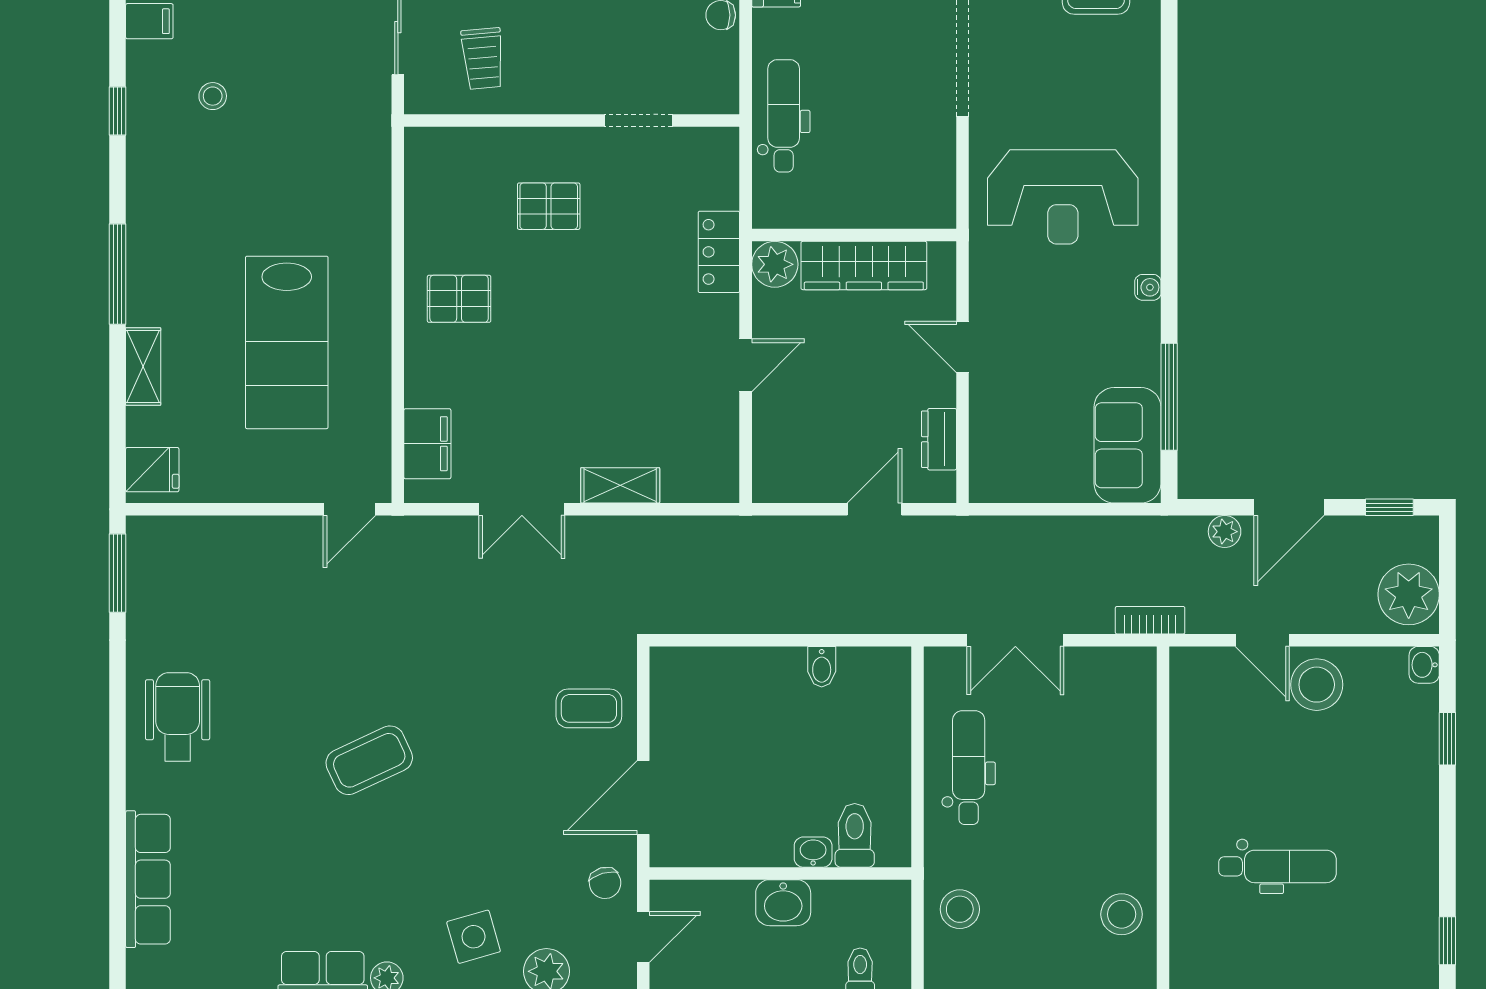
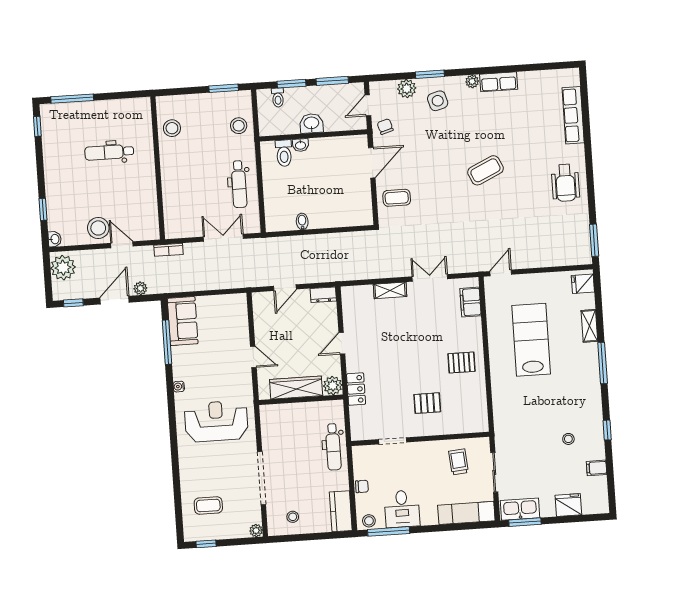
dresser: (939, 439) -> (323, 295), moved, turned 90

